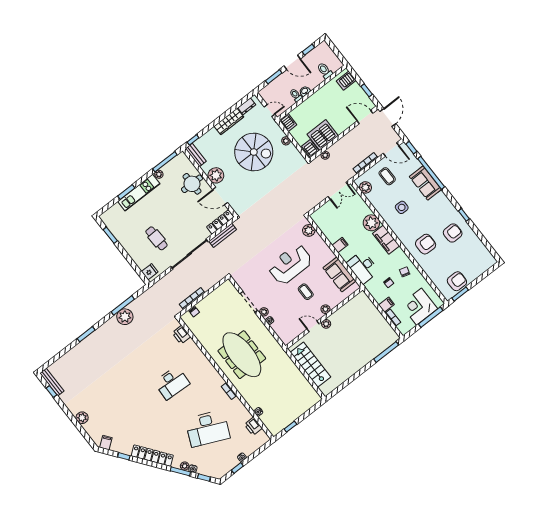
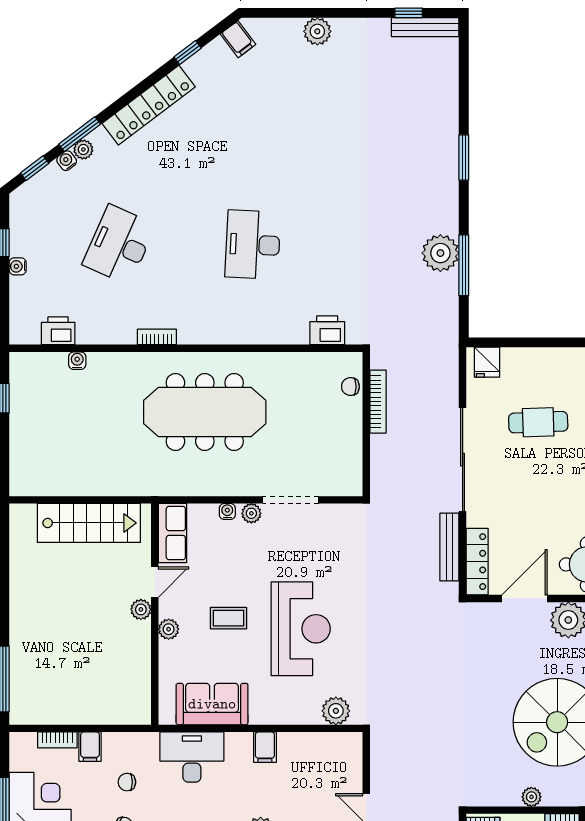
row of seats: (292, 333) -> (172, 533), added
desk: (208, 428) -> (119, 245), width x0.73, depth x0.77

